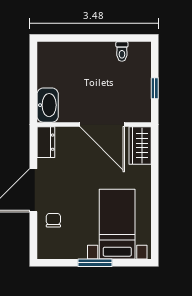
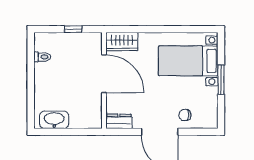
washbasin: (48, 105) -> (54, 120), moved
door: (102, 124) -> (104, 74), hinge flipped

